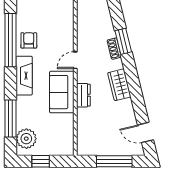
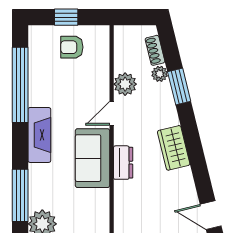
plant: (109, 32) -> (160, 74), added
armchair: (29, 40) -> (72, 47), moved, turned -90
plant: (85, 40) -> (125, 84), added
shoe rack: (114, 49) -> (155, 50), moved

